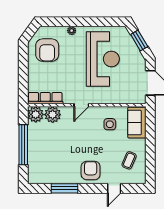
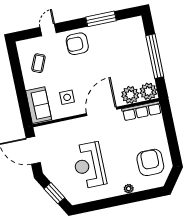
reception desk: (103, 59) -> (89, 165), width x0.74, depth x0.77
door: (81, 105) -> (102, 111), width x1.88
armchair: (91, 171) -> (77, 44), turned 90

